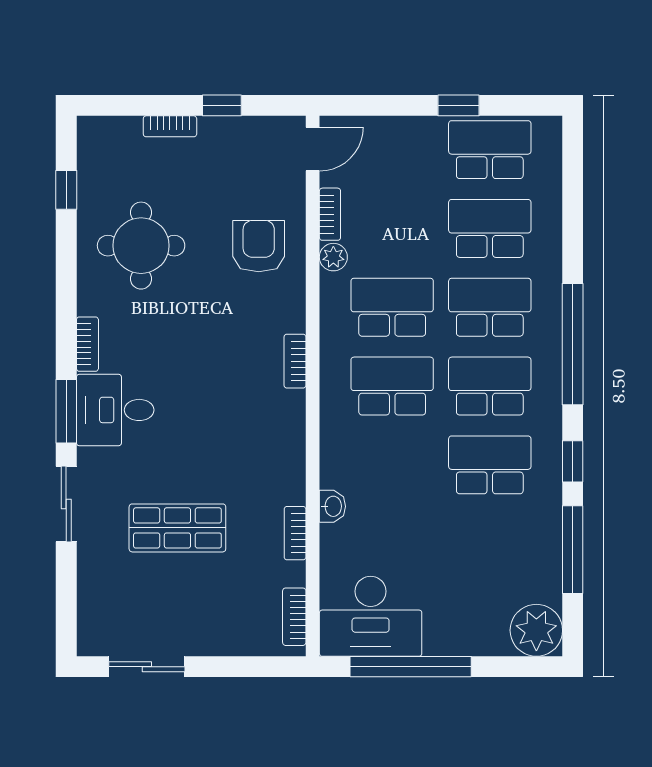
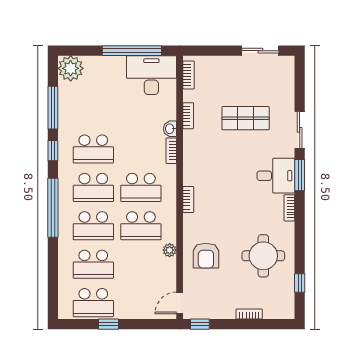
window: (222, 105) -> (200, 324), moved
bookcase: (330, 214) -> (171, 151), moved

